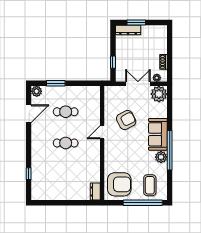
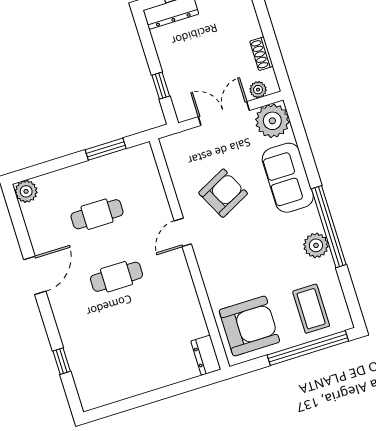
window: (56, 83) -> (106, 149), moved
door: (29, 114) -> (35, 275), moved
sofa: (158, 134) -> (288, 178), moved

